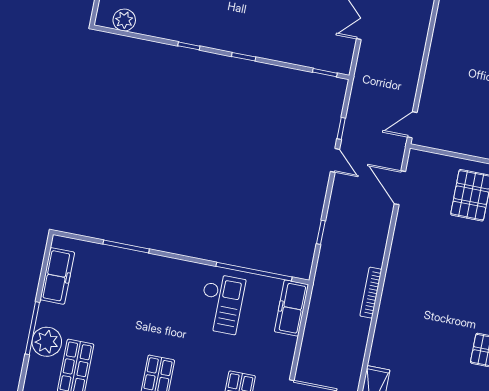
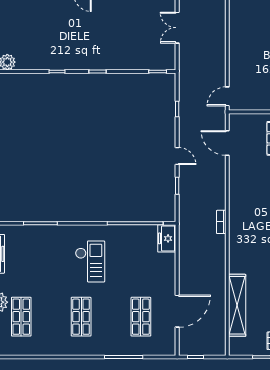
door: (335, 160) -> (177, 156), moved
bookcase: (371, 293) -> (221, 222), width x0.64
checkout: (221, 304) -> (90, 261), moved
freezer: (291, 308) -> (167, 238), width x0.71

